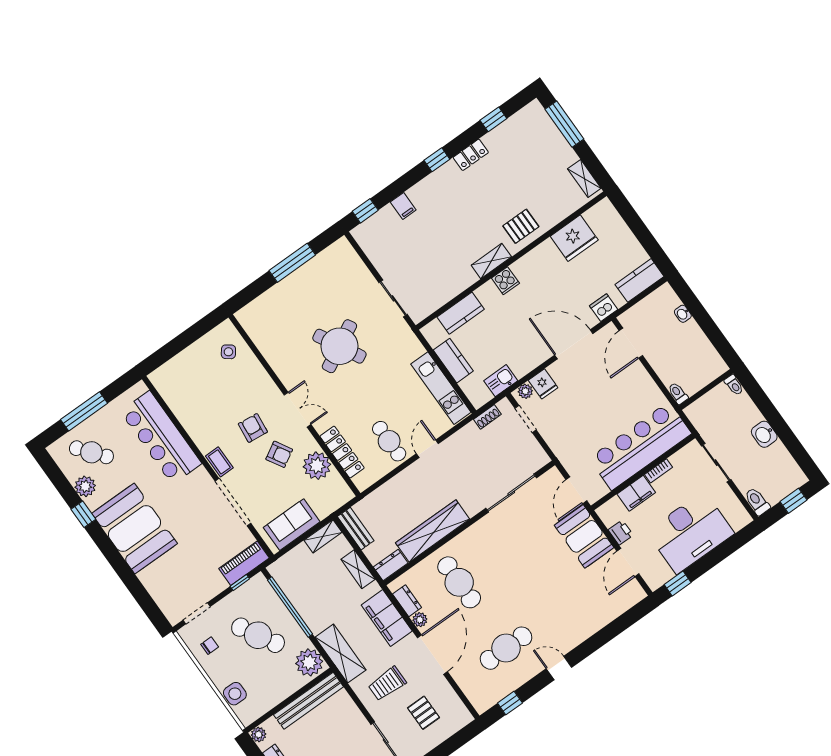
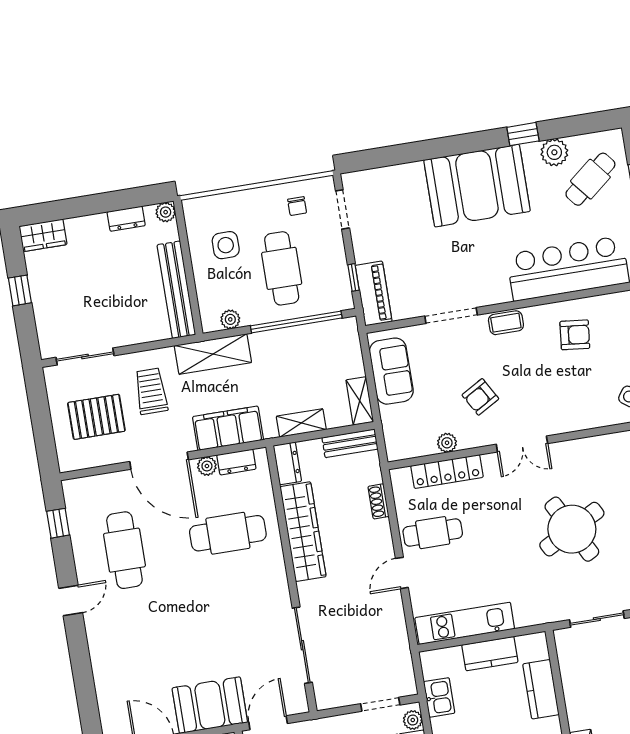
shoe rack: (487, 417) -> (379, 501), moved
armchair: (253, 428) -> (575, 335), moved
door: (427, 449) -> (402, 573), swing flipped
plant: (317, 466) -> (447, 443), width x0.53, depth x0.53
door: (576, 490) -> (268, 723), hinge flipped
doorway: (233, 502) -> (451, 316), width x0.73
cafe table: (258, 635) -> (282, 268), turned -60
plant: (309, 662) -> (230, 319), width x0.53, depth x0.53
side table: (235, 694) -> (226, 245), moved
pallet: (423, 713) -> (96, 417), width x1.50, depth x1.42

